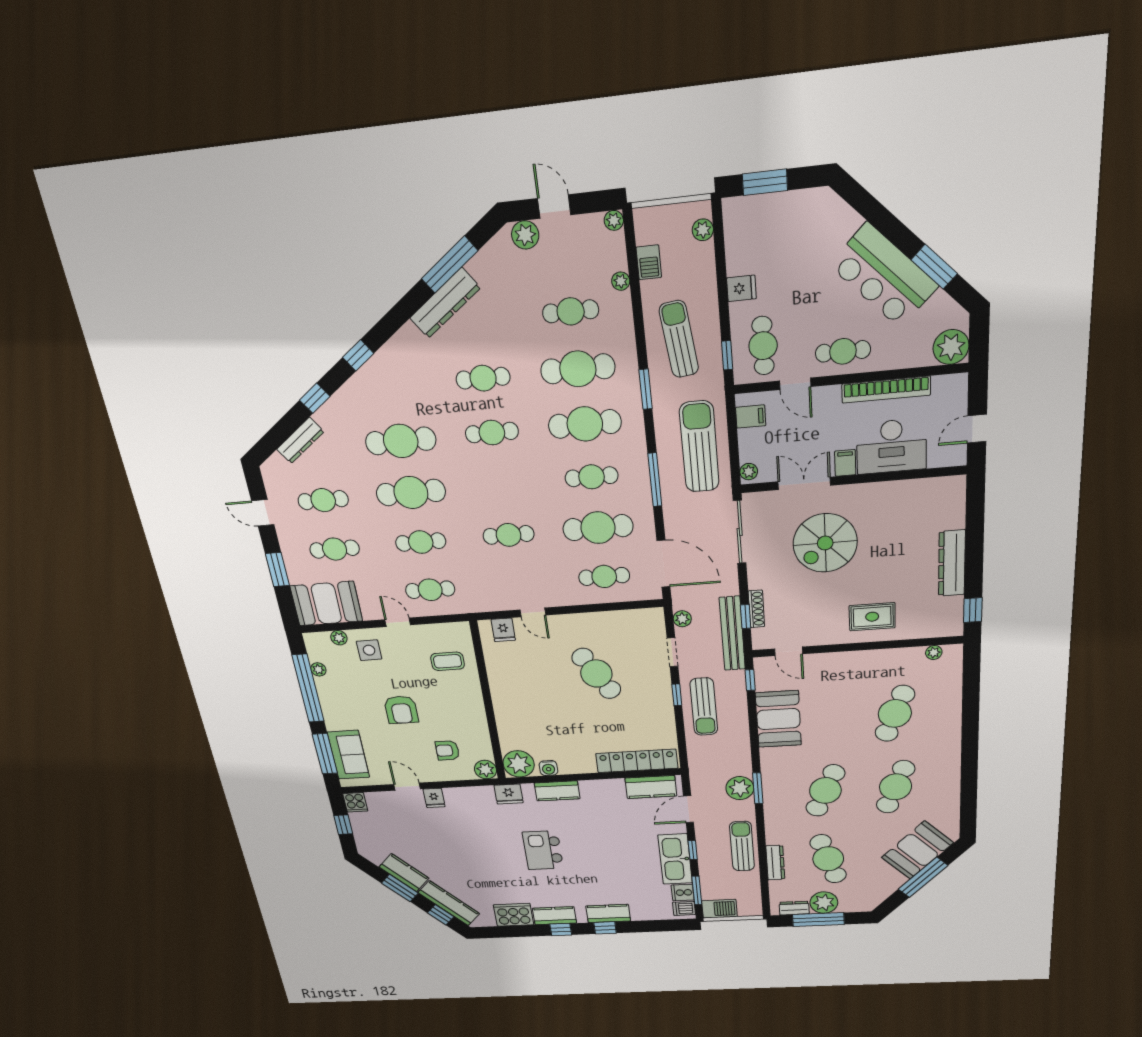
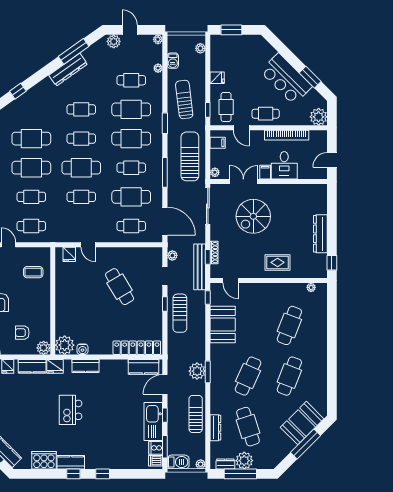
desk: (891, 446) -> (284, 165), width x0.73
cafe table: (500, 485) -> (81, 168), added
plant: (755, 910) -> (201, 464), added
kitchen counter: (608, 913) -> (32, 366), moved, turned 180

